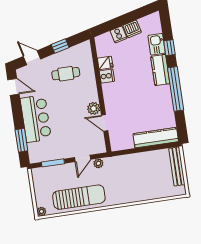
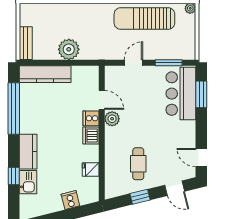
dishwasher: (132, 29) -> (91, 136), moved, turned -76
cafe table: (66, 74) -> (138, 164), turned 90
cooker: (107, 76) -> (91, 118), moved
window: (176, 89) -> (14, 108), moved
bar counter: (36, 119) -> (181, 94), moved
plant: (98, 163) -> (69, 49), moved, width x1.87, depth x1.87
bench: (177, 166) -> (26, 43), width x0.73

